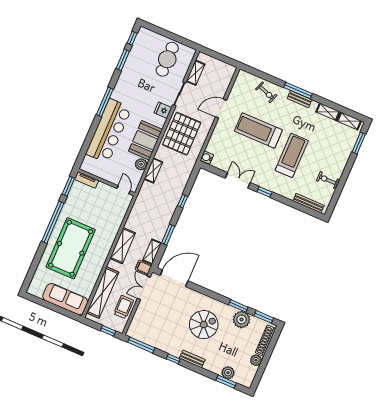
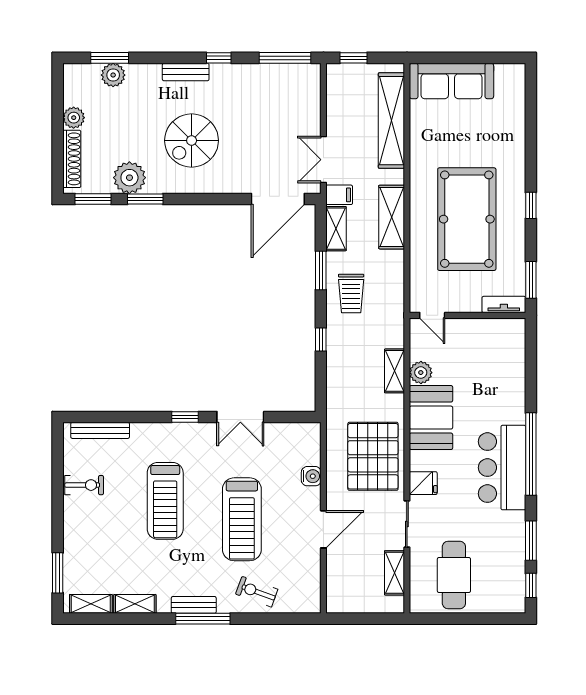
window: (105, 102) -> (531, 454), width x1.46
treadmill: (258, 130) -> (242, 519), turned 90
bar counter: (109, 131) -> (502, 468), moved, width x0.73
water cooler: (207, 158) -> (311, 476), moved
window: (53, 222) -> (531, 205), width x0.32
pool table: (71, 248) -> (467, 219), moved
double door: (144, 288) -> (323, 160), swing flipped
trolley: (124, 307) -> (351, 293), moved

